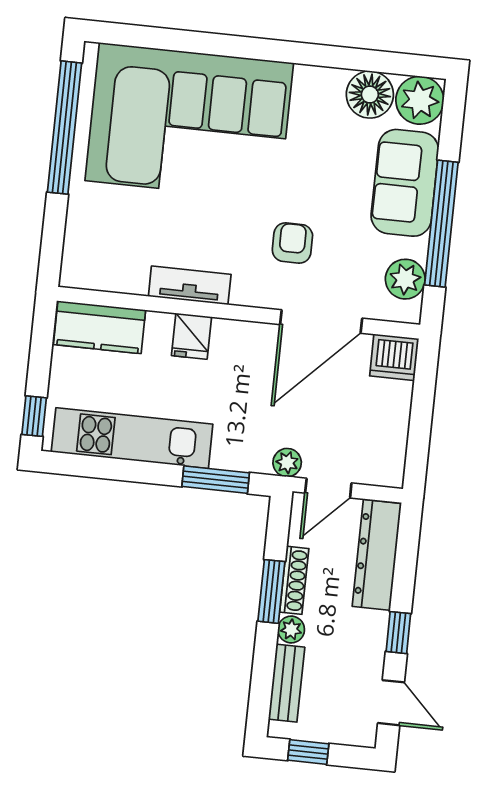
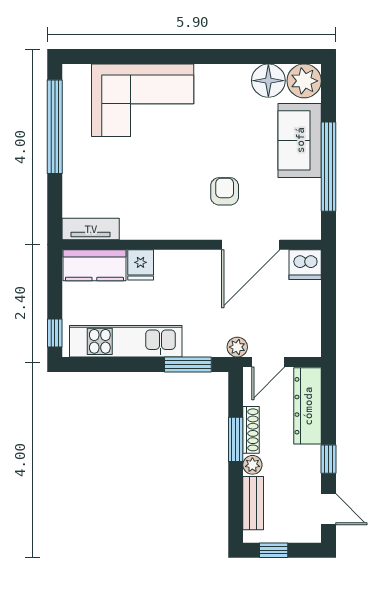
corner sofa: (189, 122) -> (143, 100), width x0.73, depth x0.74
plant: (405, 279) -> (307, 209), removed
tv unit: (190, 285) -> (91, 229), moved
fridge: (192, 336) -> (141, 265), moved

